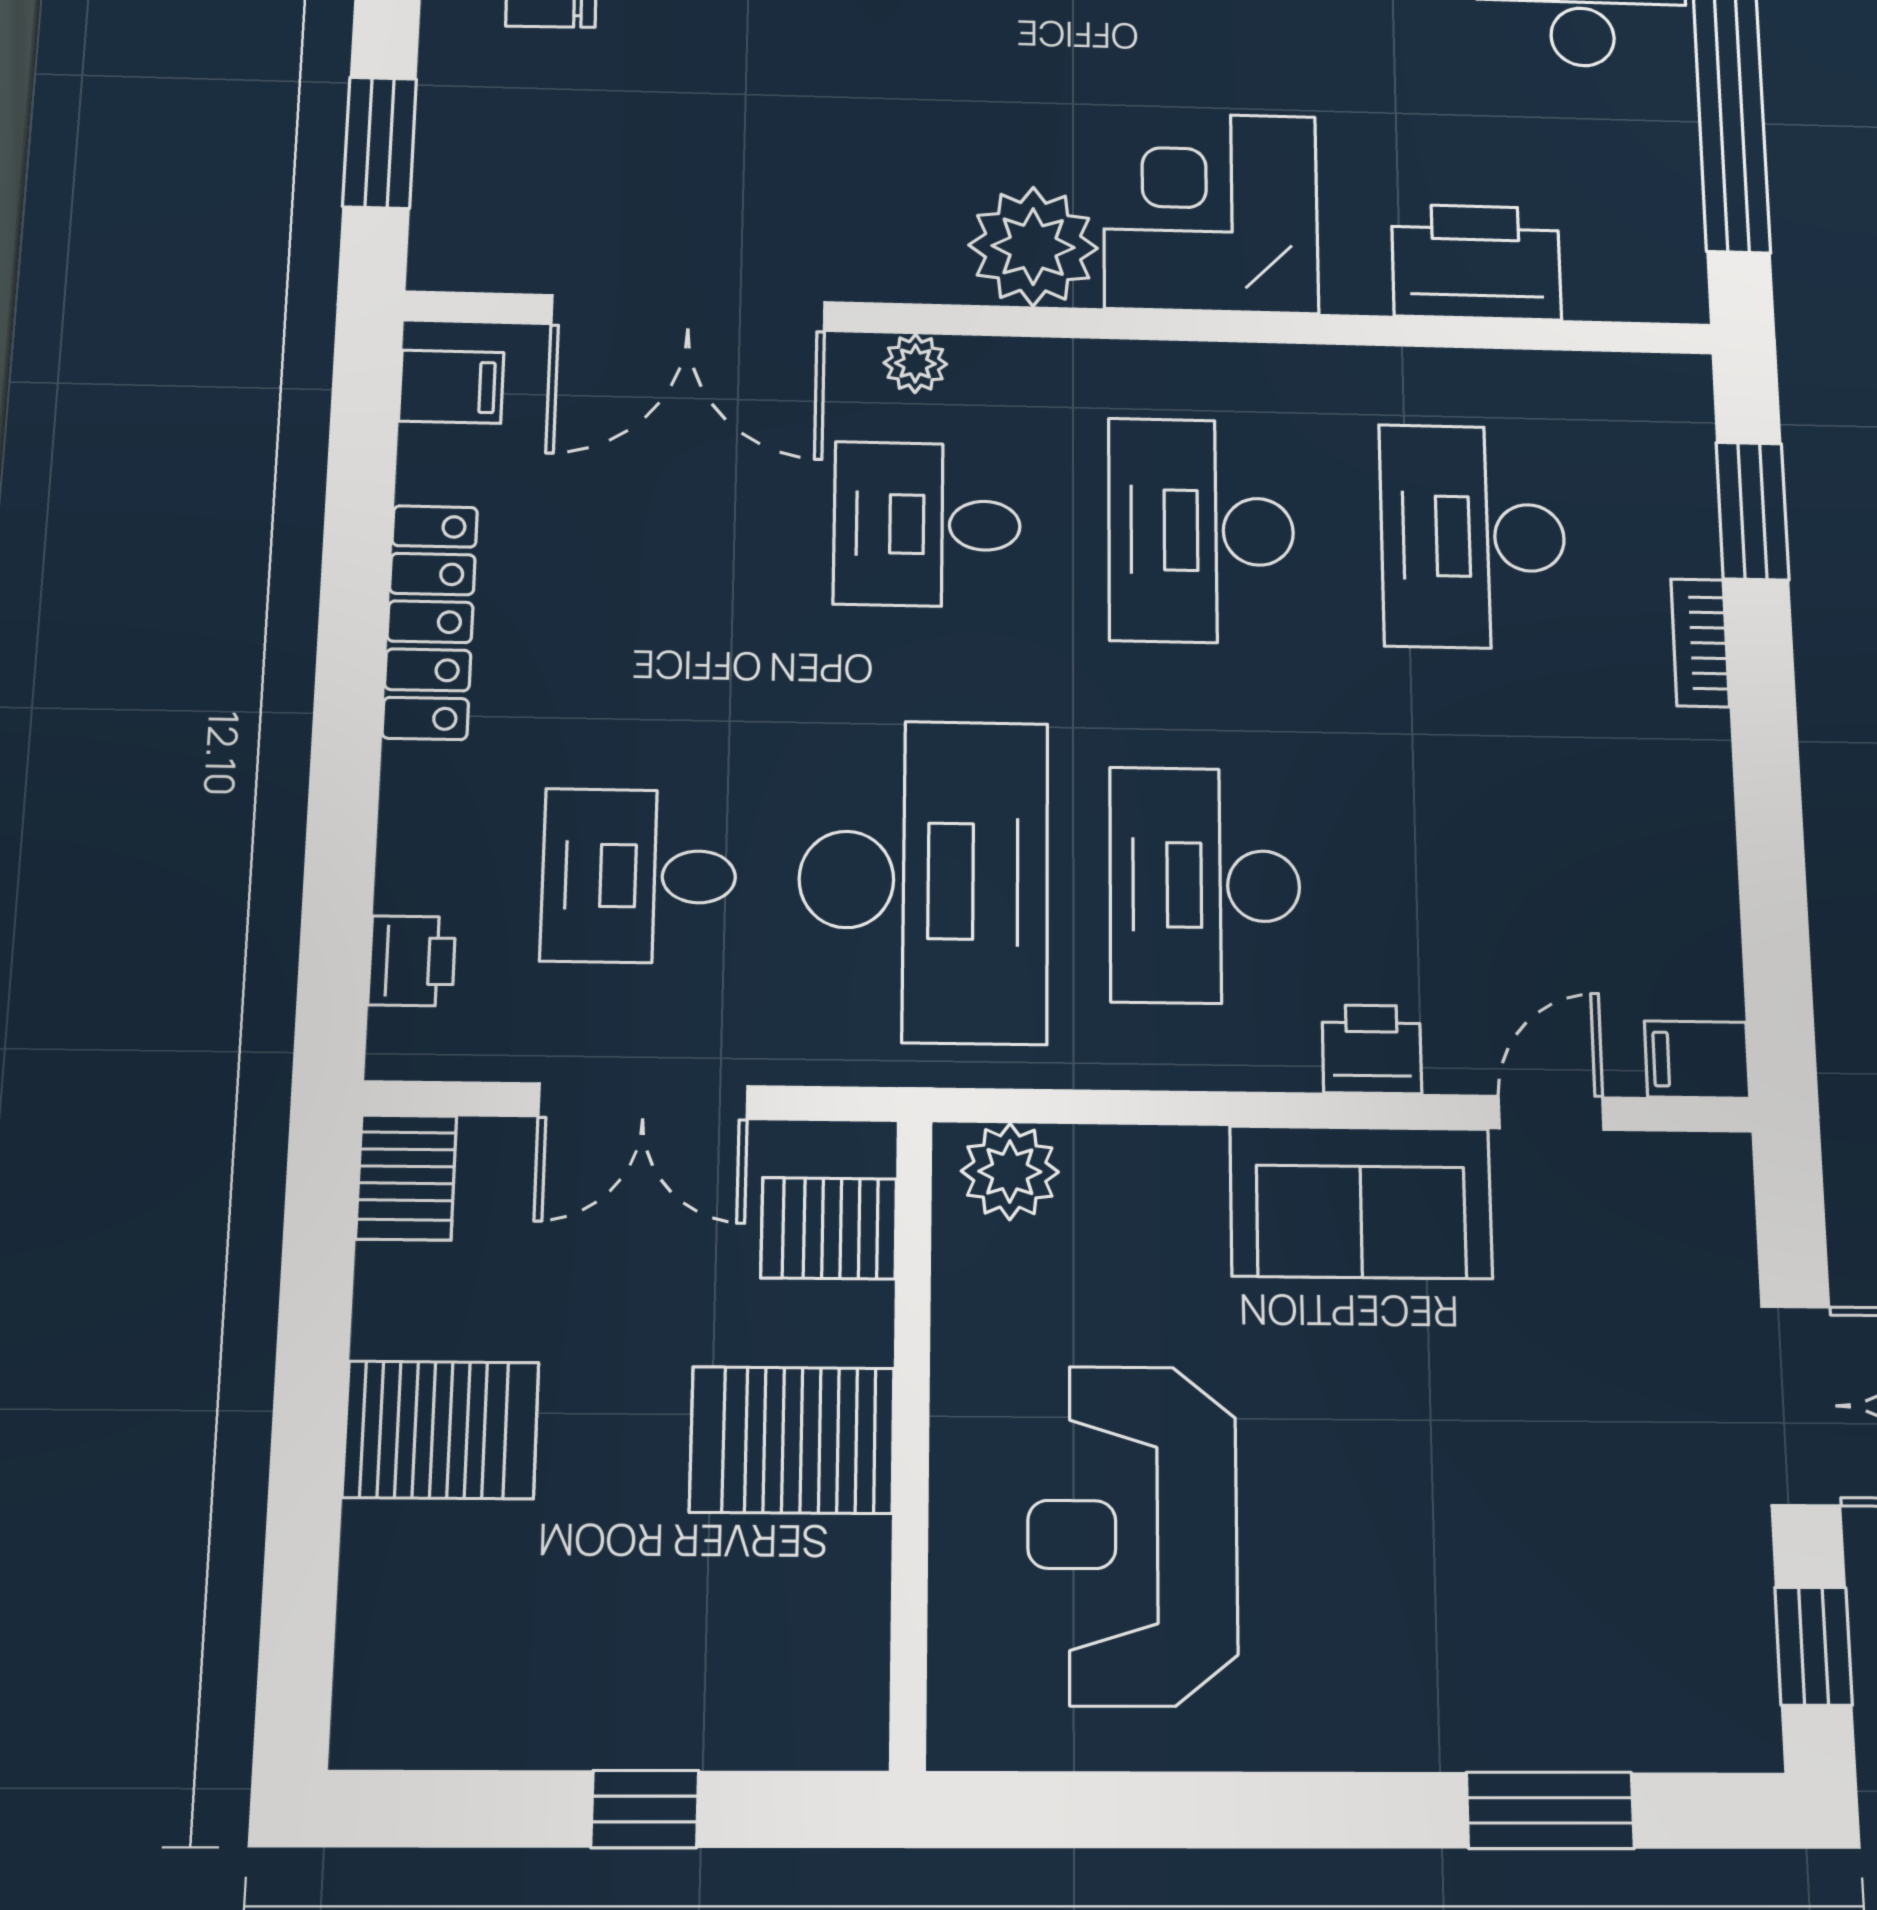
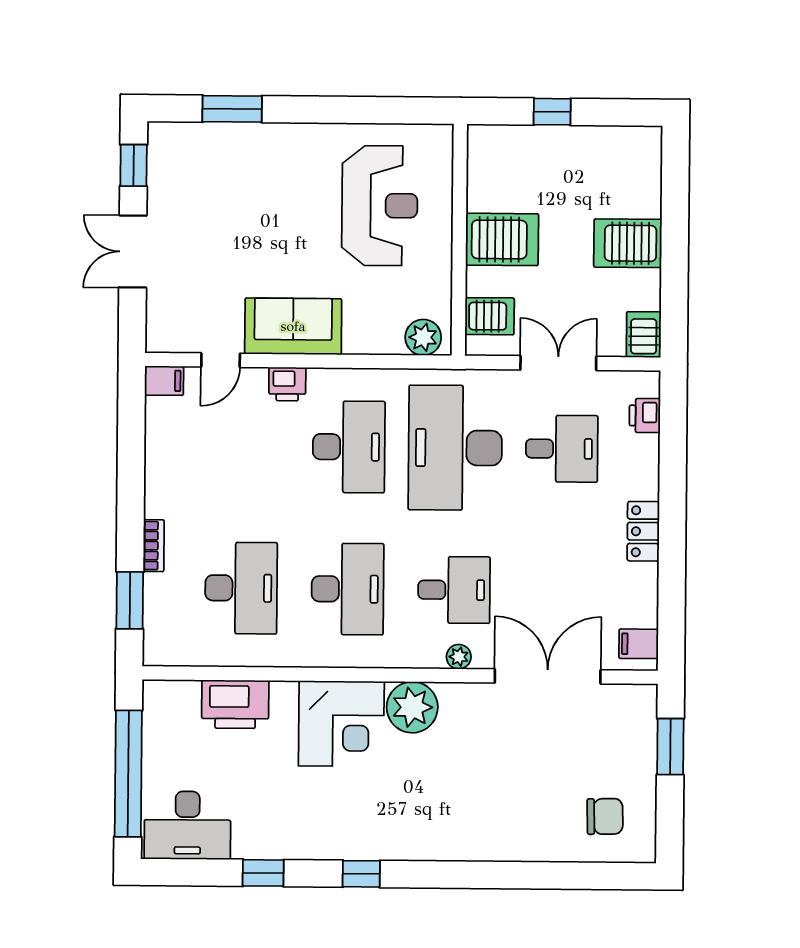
locker: (430, 622) -> (643, 531), width x0.66

